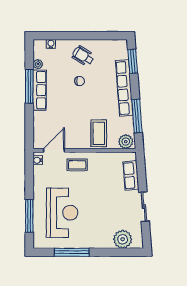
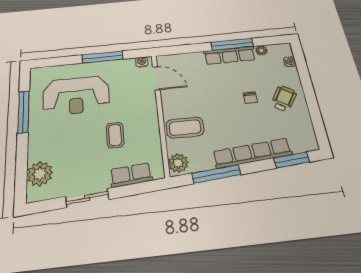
coffee table: (77, 165) -> (115, 135), moved
window: (29, 216) -> (103, 57), moved

